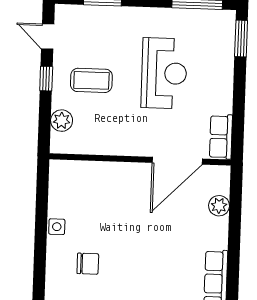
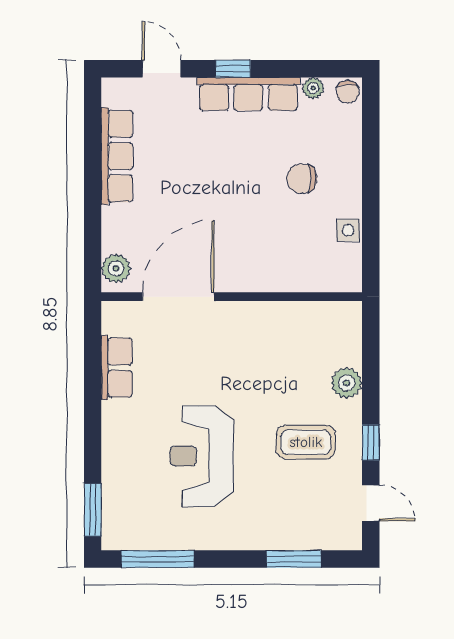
wall: (140, 159) -> (232, 297), moved
door: (177, 161) -> (178, 297), moved

